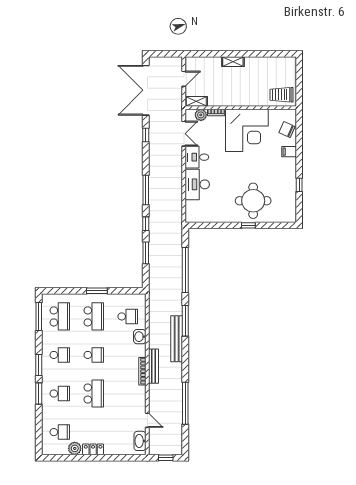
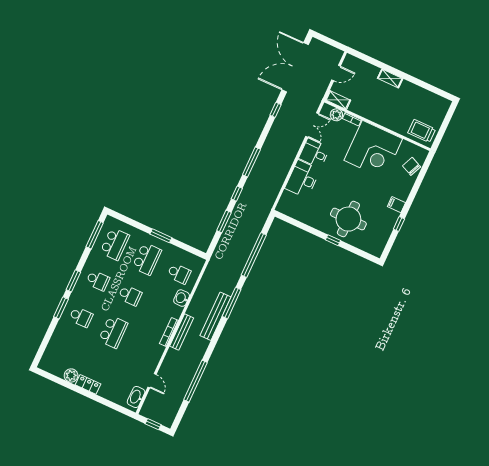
filing cabinet: (289, 152) -> (396, 205), moved
school desk: (60, 432) -> (64, 353), removed

